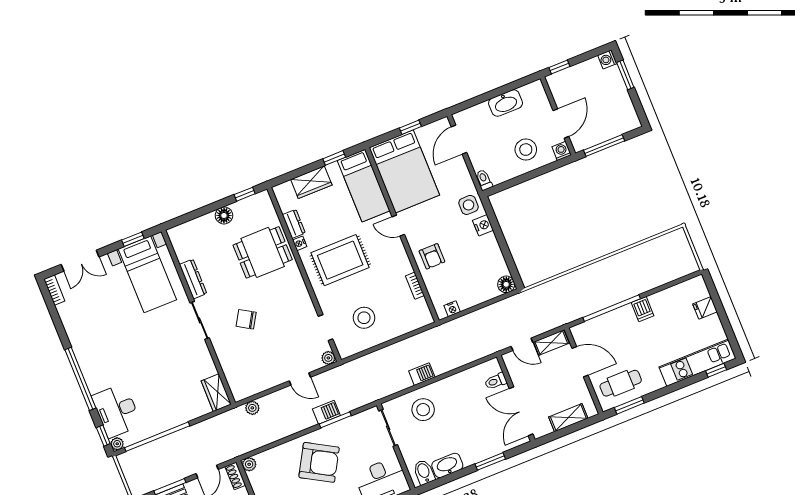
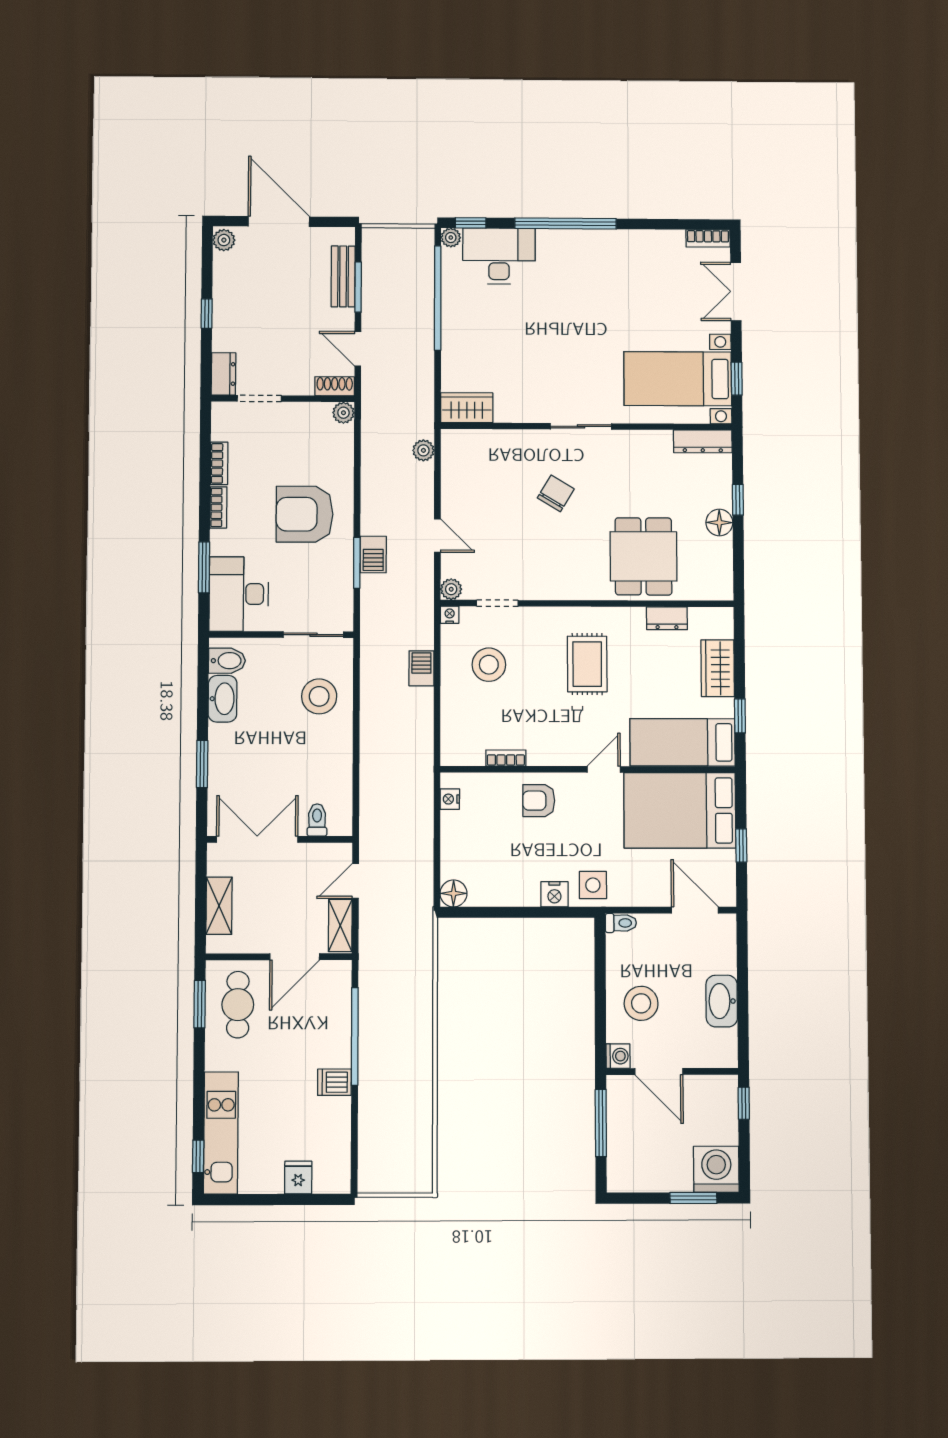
washing machine: (607, 59) -> (716, 1169), width x1.89, depth x1.89
window: (245, 194) -> (738, 500), moved
nightstand: (300, 243) -> (450, 615), moved
rug: (340, 260) -> (587, 664), width x0.73, depth x0.70
dresser: (193, 279) -> (703, 441), moved
barbecue: (422, 374) -> (421, 668), moved, turned 180
door: (300, 379) -> (437, 536), swing flipped
armchair: (319, 462) -> (305, 514), turned 60

